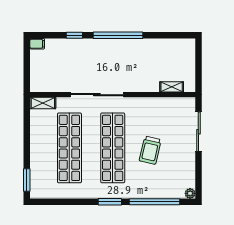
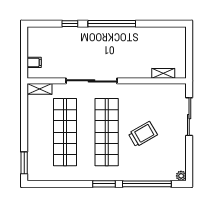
filing cabinet: (37, 44) -> (34, 62), moved
trolley: (150, 150) -> (143, 134), turned -133

